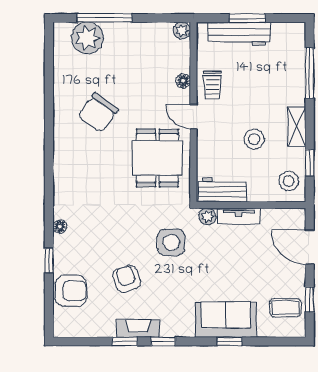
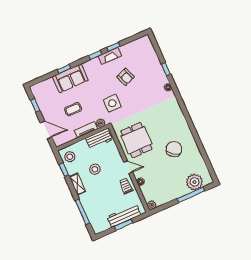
armchair: (71, 291) -> (149, 59), removed
coffee table: (285, 308) -> (73, 109), moved

